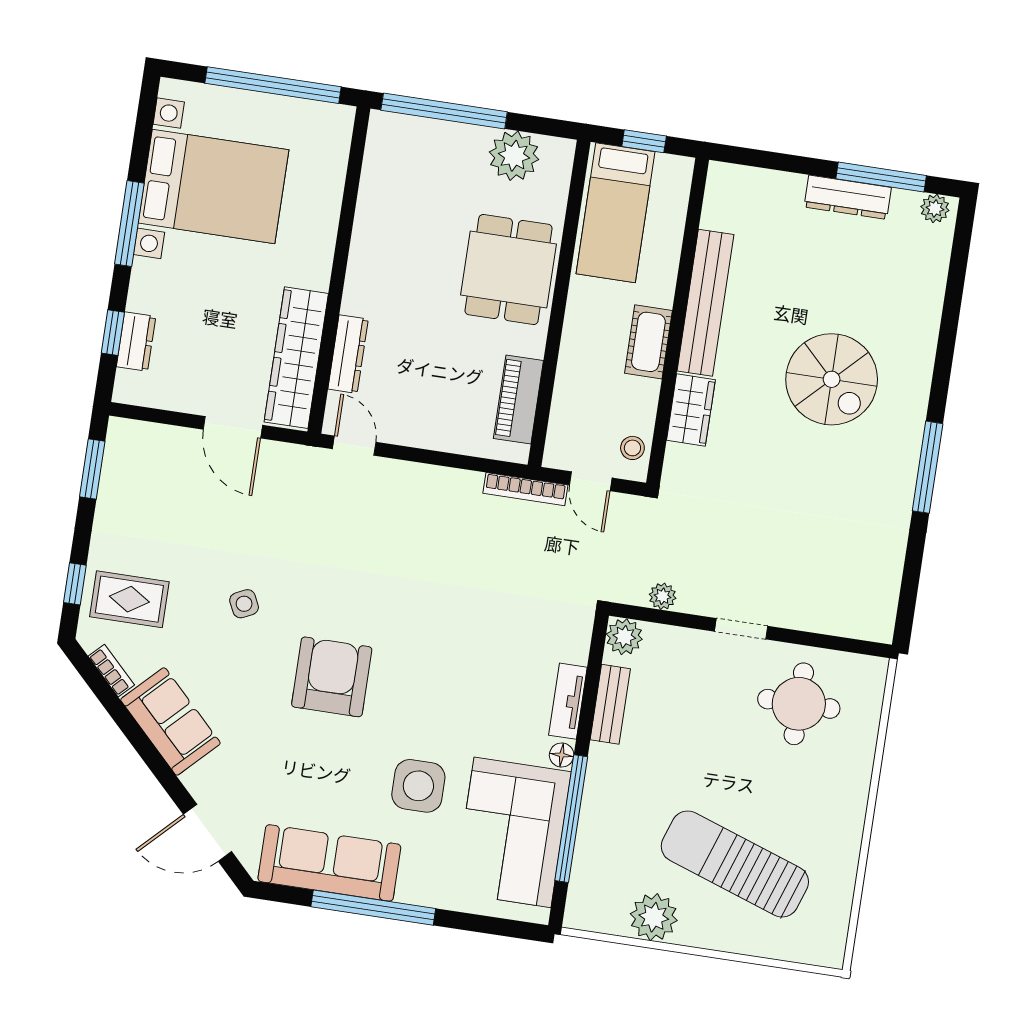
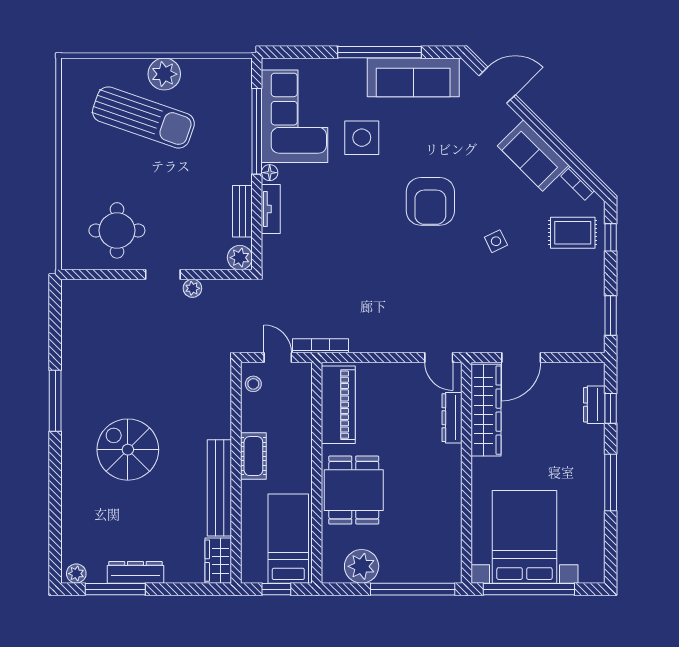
bed with nightstands: (213, 186) -> (524, 537), moved, turned 90
piano: (518, 399) -> (338, 405), width x1.37, depth x1.33
wardrobe: (691, 410) -> (218, 561), moved
door: (233, 427) -> (521, 357), swing flipped
plant: (663, 596) -> (192, 288), moved
plant: (654, 917) -> (164, 74), moved

